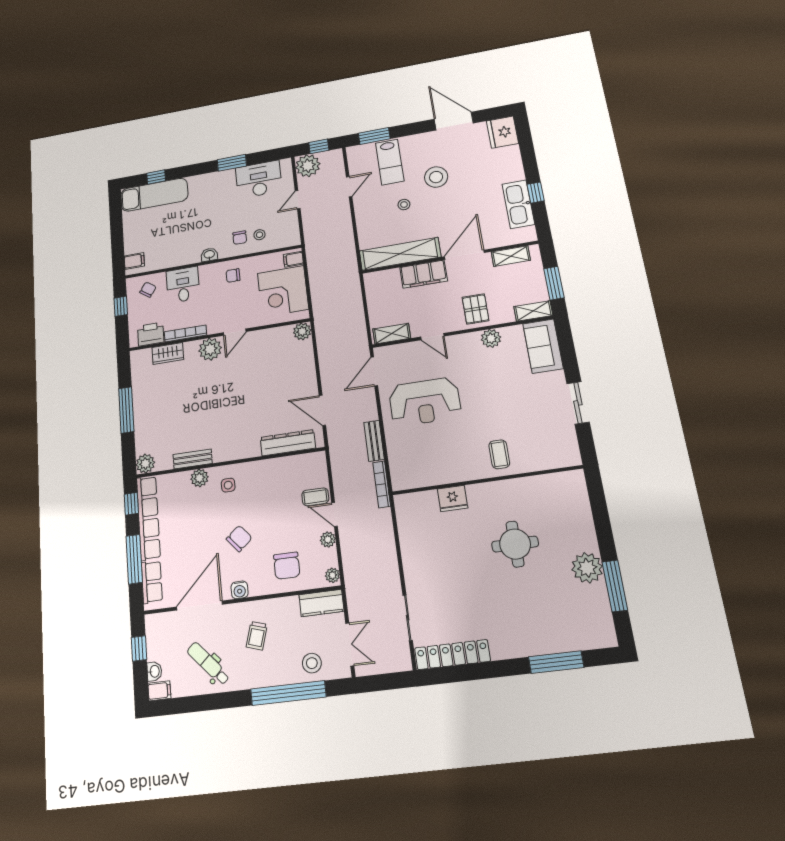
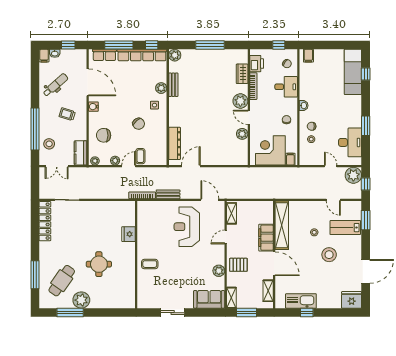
plant: (302, 331) -> (242, 134), moved
chair: (239, 539) -> (139, 124), moved
cafe table: (558, 609) -> (62, 281), added

